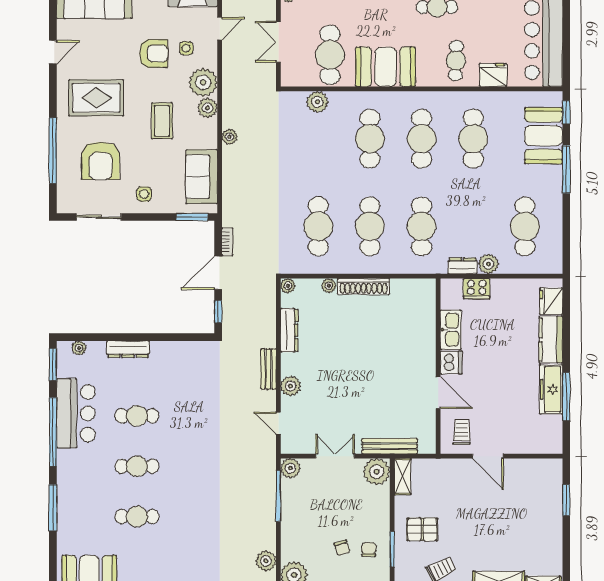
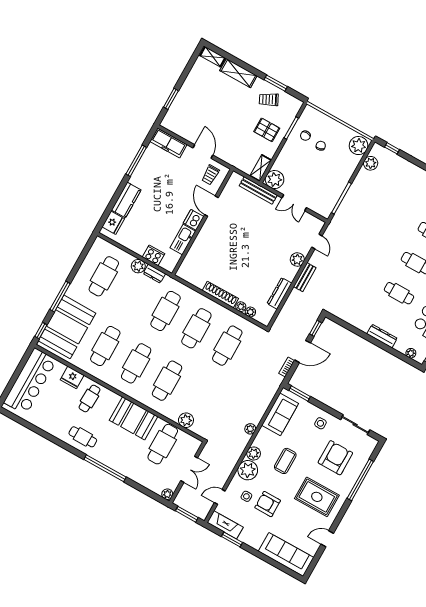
booth: (544, 136) -> (67, 327), width x1.36, depth x1.42
plant: (288, 286) -> (250, 312), moved
freezer: (551, 389) -> (169, 143), moved, turned 90
plant: (290, 468) -> (325, 211), removed

